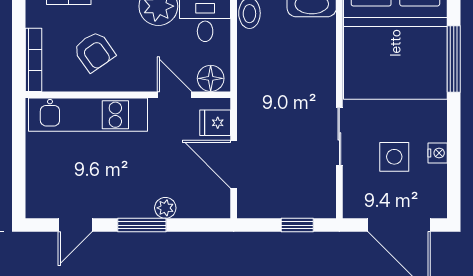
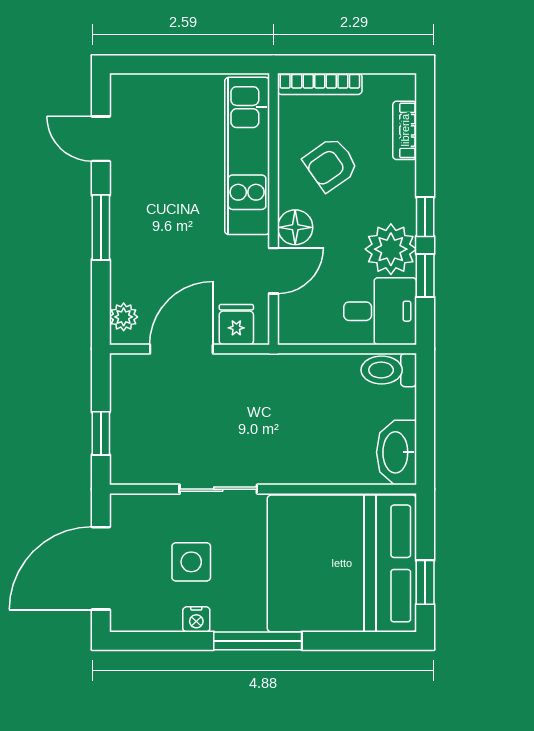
window: (454, 59) -> (258, 641), moved
floor lamp: (211, 78) -> (295, 227), moved
plant: (165, 208) -> (124, 317), moved

